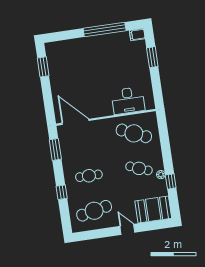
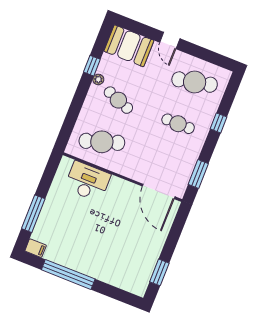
window: (152, 57) -> (33, 214), width x1.44
cafe table: (134, 133) -> (102, 142), turned -42

